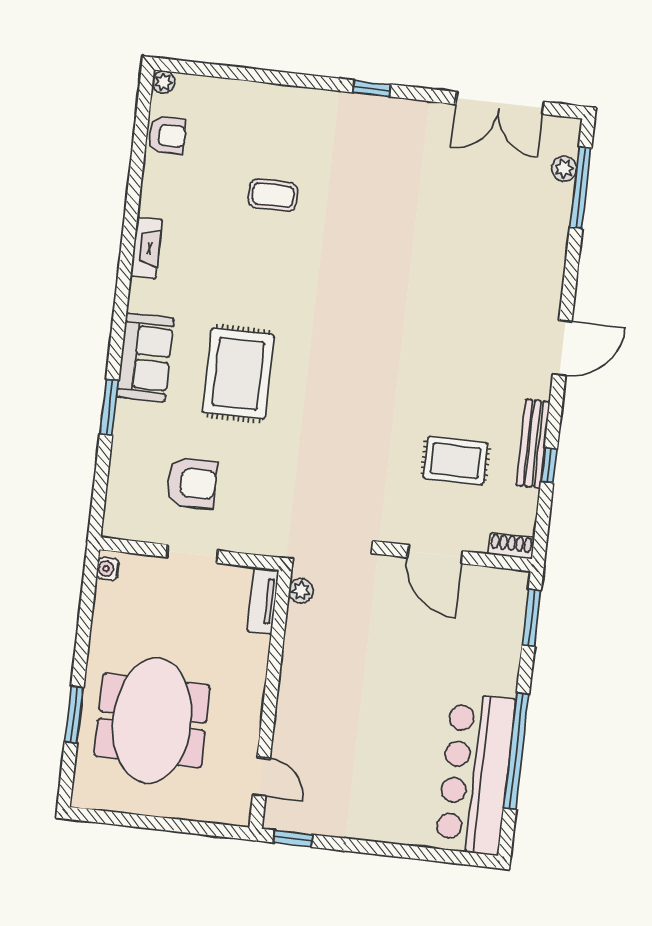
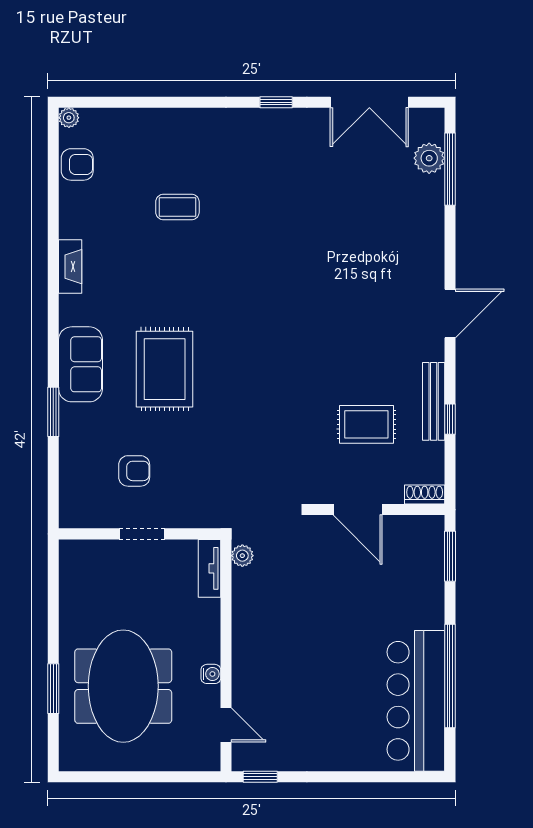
window: (372, 88) -> (276, 102), moved
plant: (564, 169) -> (429, 158), width x1.38, depth x1.38
armchair: (192, 483) -> (134, 471), width x0.72, depth x0.72
water cooler: (108, 569) -> (211, 674), moved, turned 180

